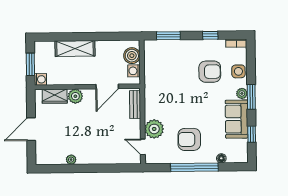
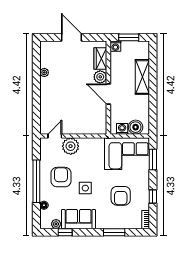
corner sofa: (162, 65) -> (127, 154), added
side table: (238, 71) -> (85, 188), moved
door: (107, 87) -> (108, 94), moved
plant: (242, 93) -> (56, 224), moved
window: (251, 97) -> (114, 232), moved
bench: (135, 104) -> (92, 130), removed

